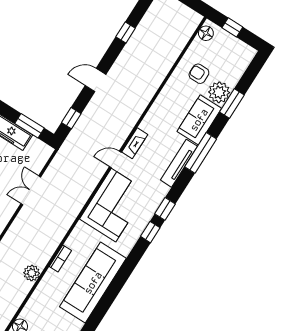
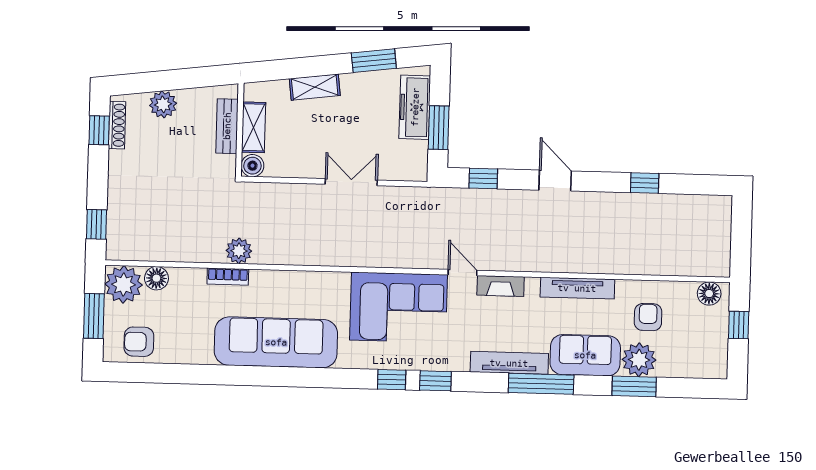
tv unit: (161, 103) -> (577, 288), added
bookcase: (60, 258) -> (228, 277), moved

